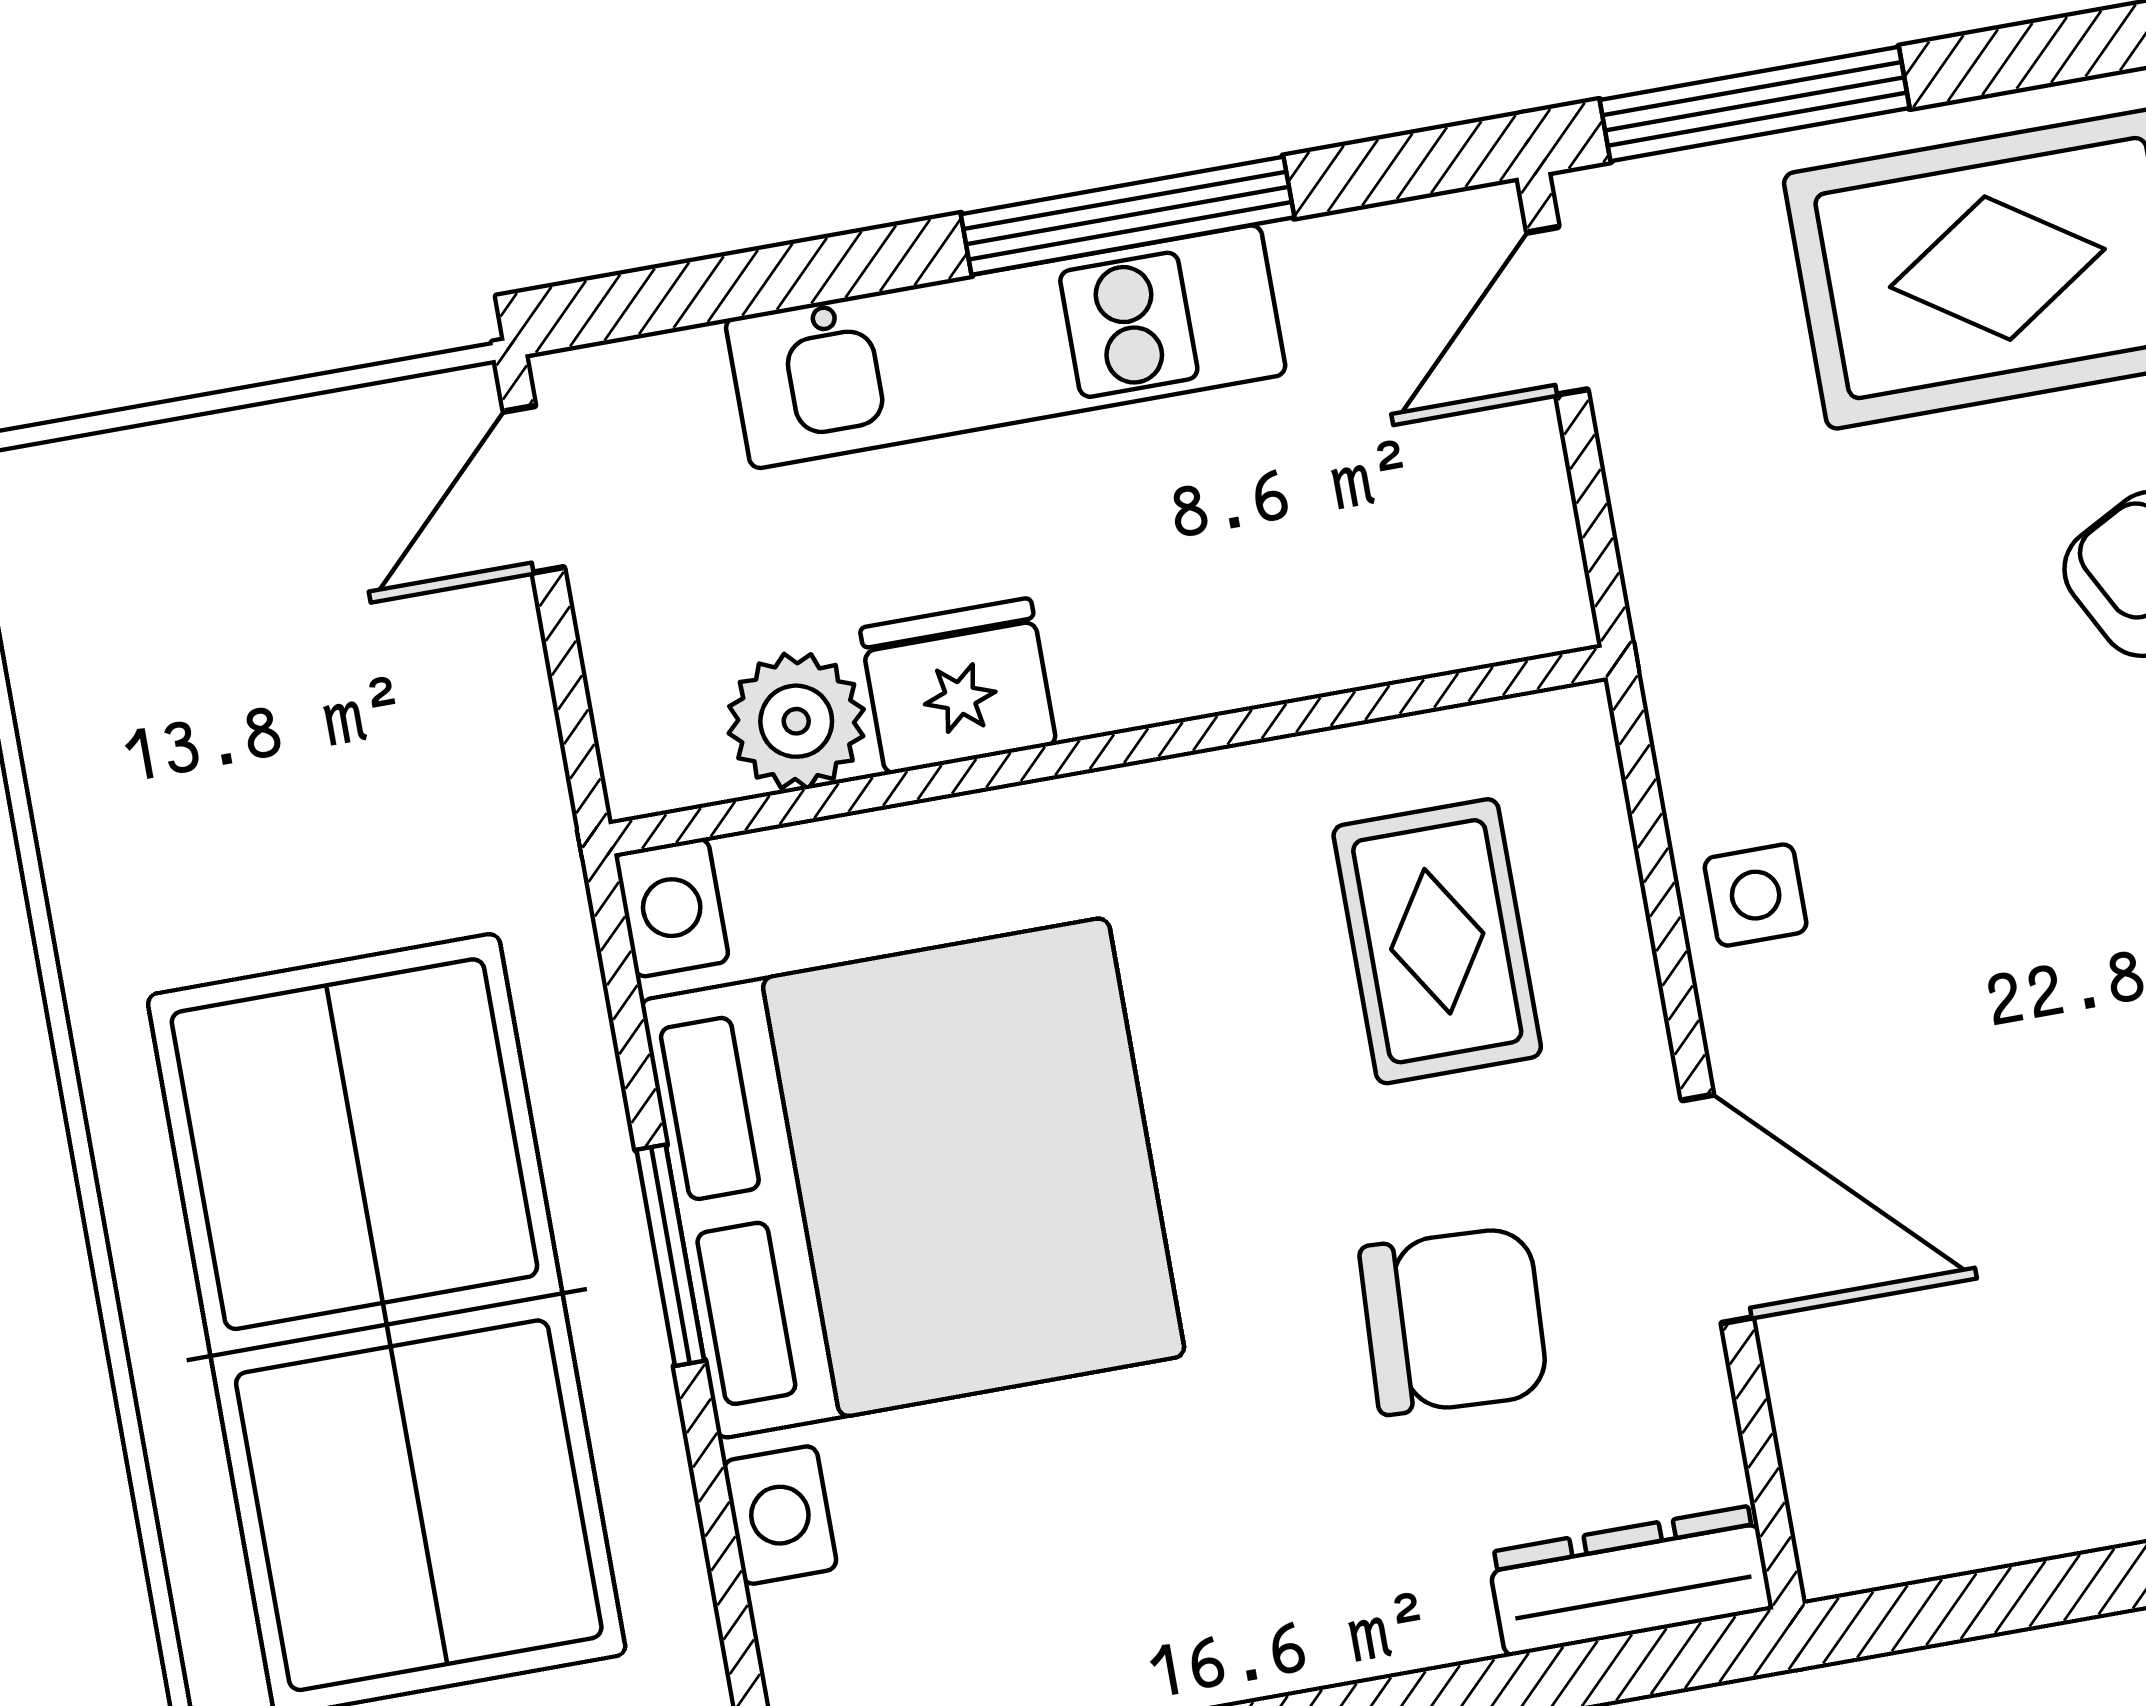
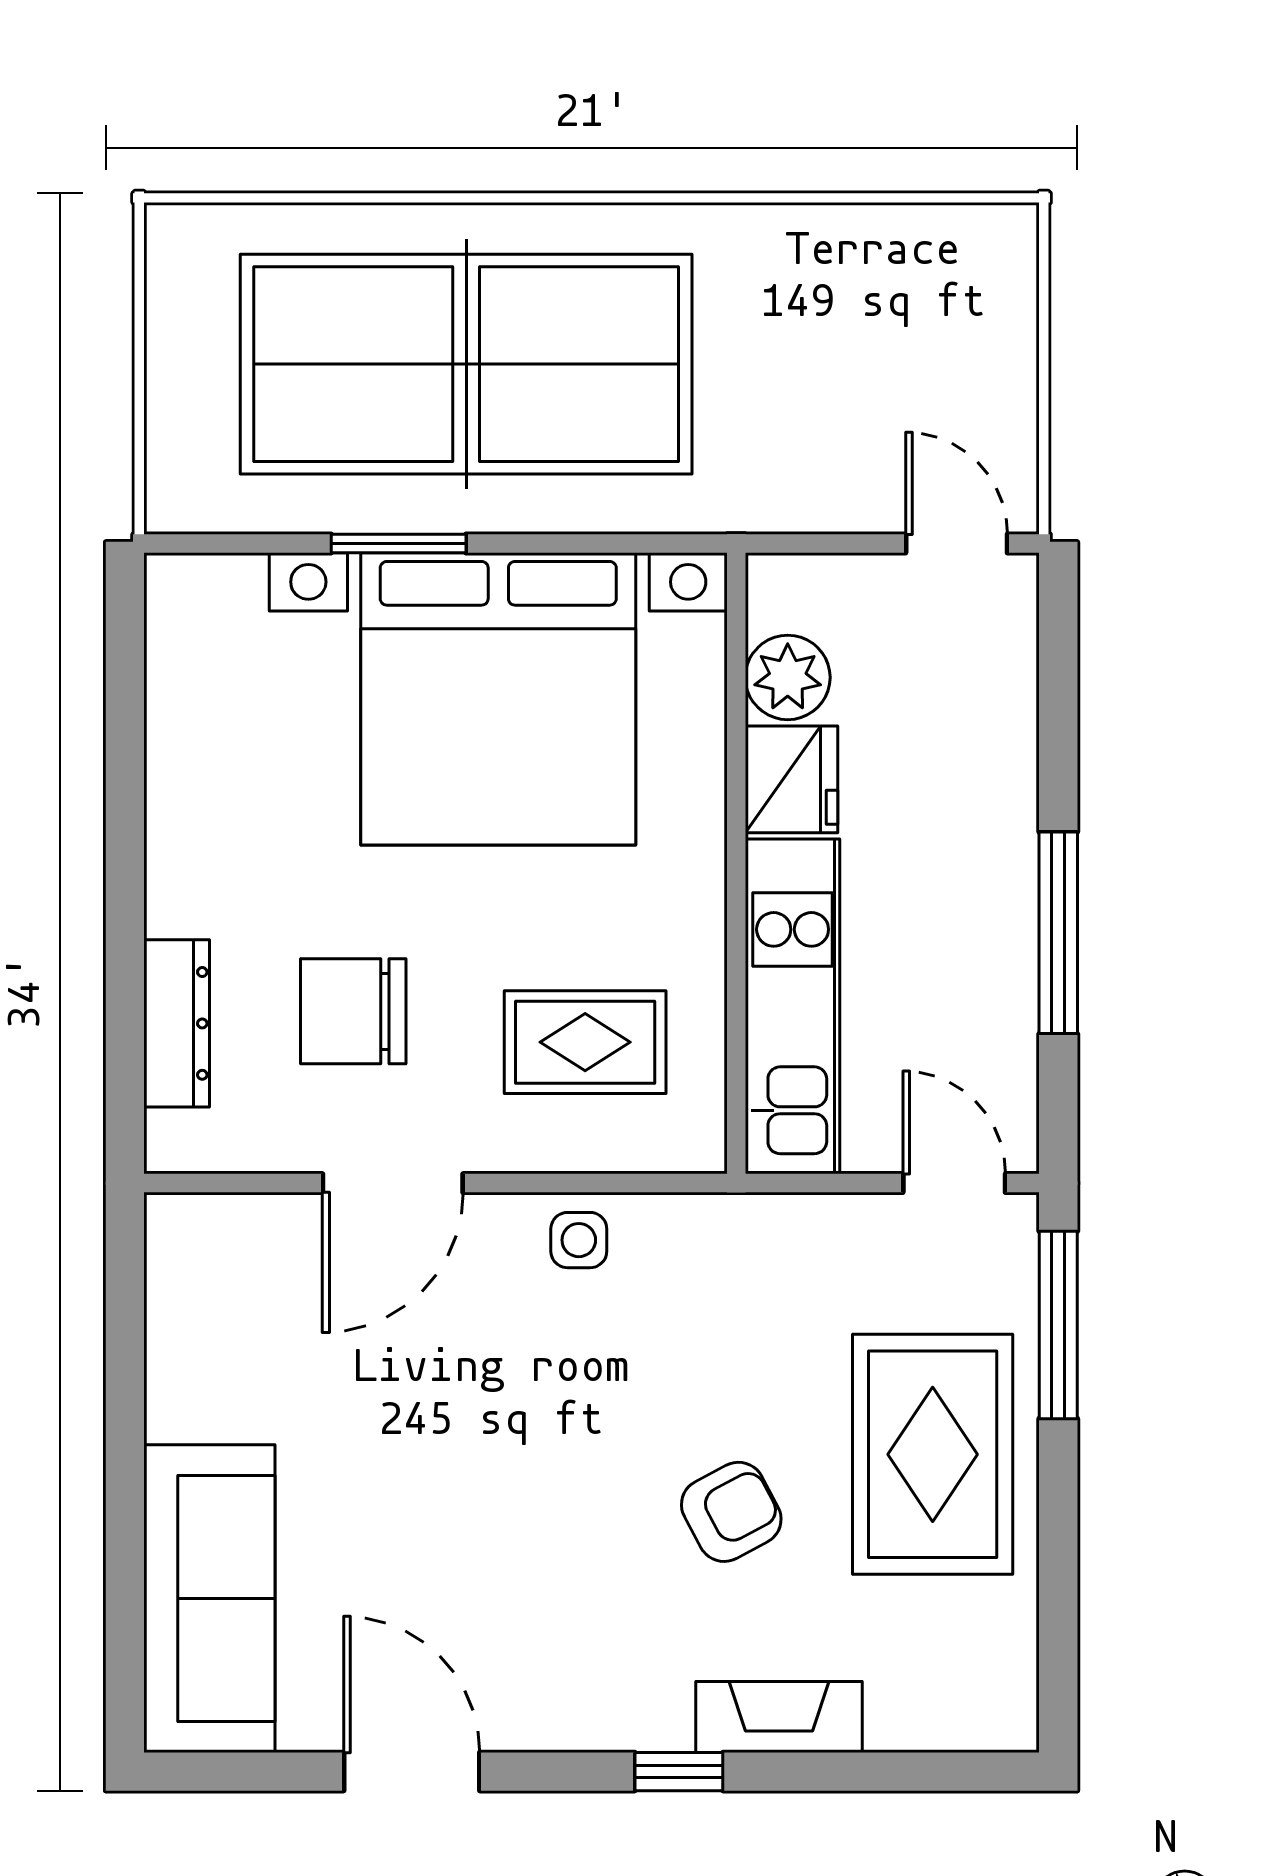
kitchen unit: (1006, 347) -> (793, 1006), moved, turned 180
window: (670, 1255) -> (399, 543), moved
chair: (1454, 1321) -> (353, 1011), turned 87
dresser: (1630, 1581) -> (177, 1023), moved

